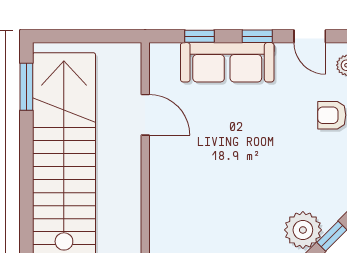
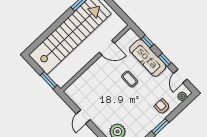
door: (145, 115) -> (107, 48), hinge flipped
coffee table: (234, 126) -> (130, 79), added

